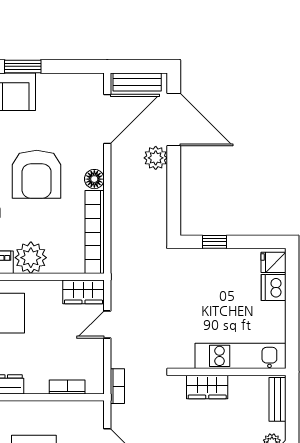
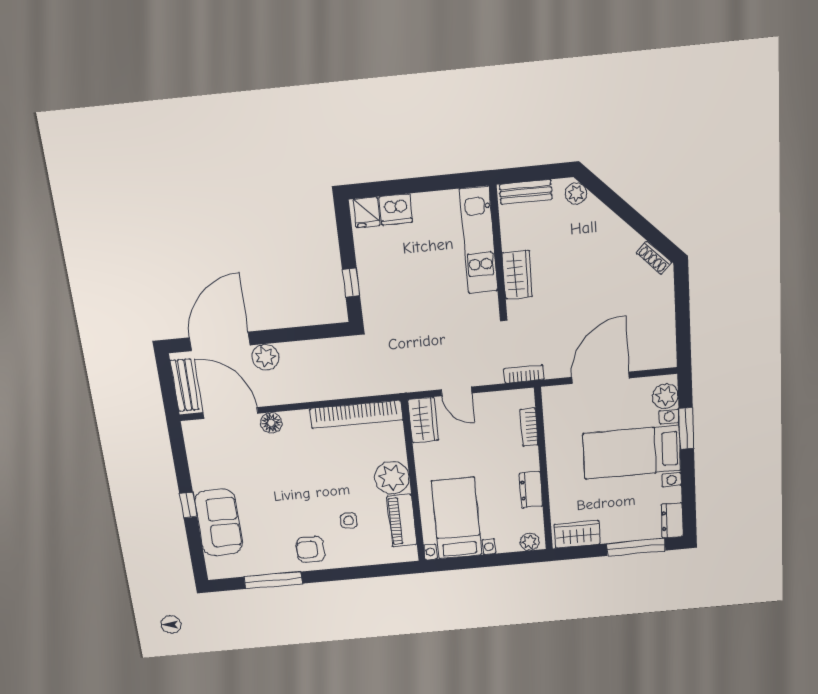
window: (23, 66) -> (188, 505), width x0.67
armchair: (37, 174) -> (301, 480), removed
floor lamp: (94, 179) -> (271, 423), moved

